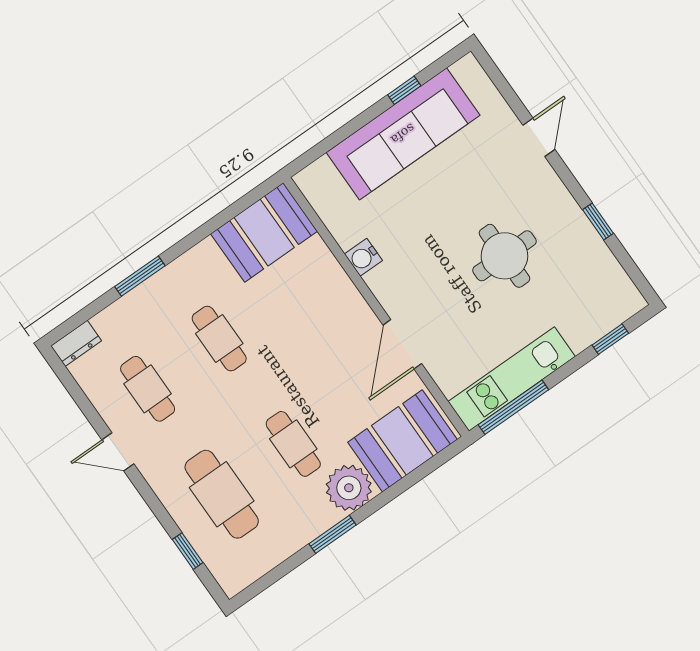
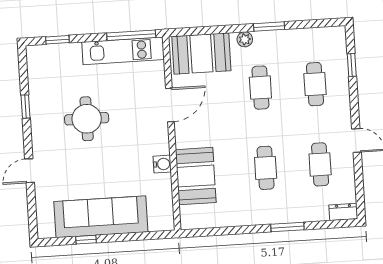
booth: (264, 232) -> (196, 176), moved, turned 90
plant: (349, 488) -> (245, 39), width x0.53, depth x0.53
cafe table: (222, 494) -> (315, 84), width x0.73, depth x0.74

